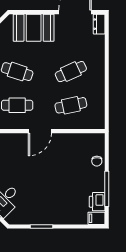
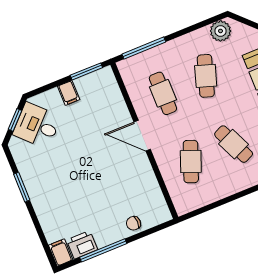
cafe table: (71, 105) -> (191, 162), turned 33

